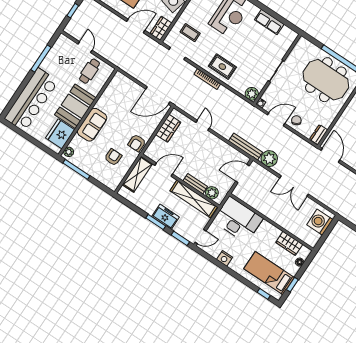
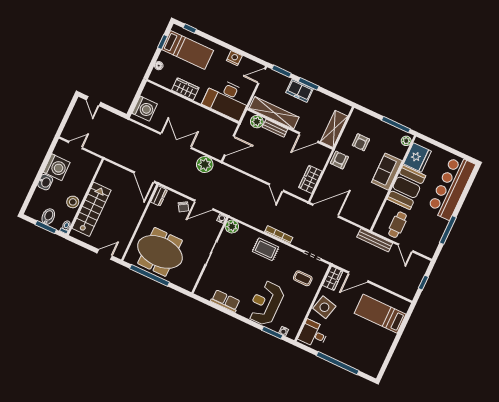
bench: (246, 147) -> (375, 240), moved
wardrobe: (289, 243) -> (185, 89), moved

